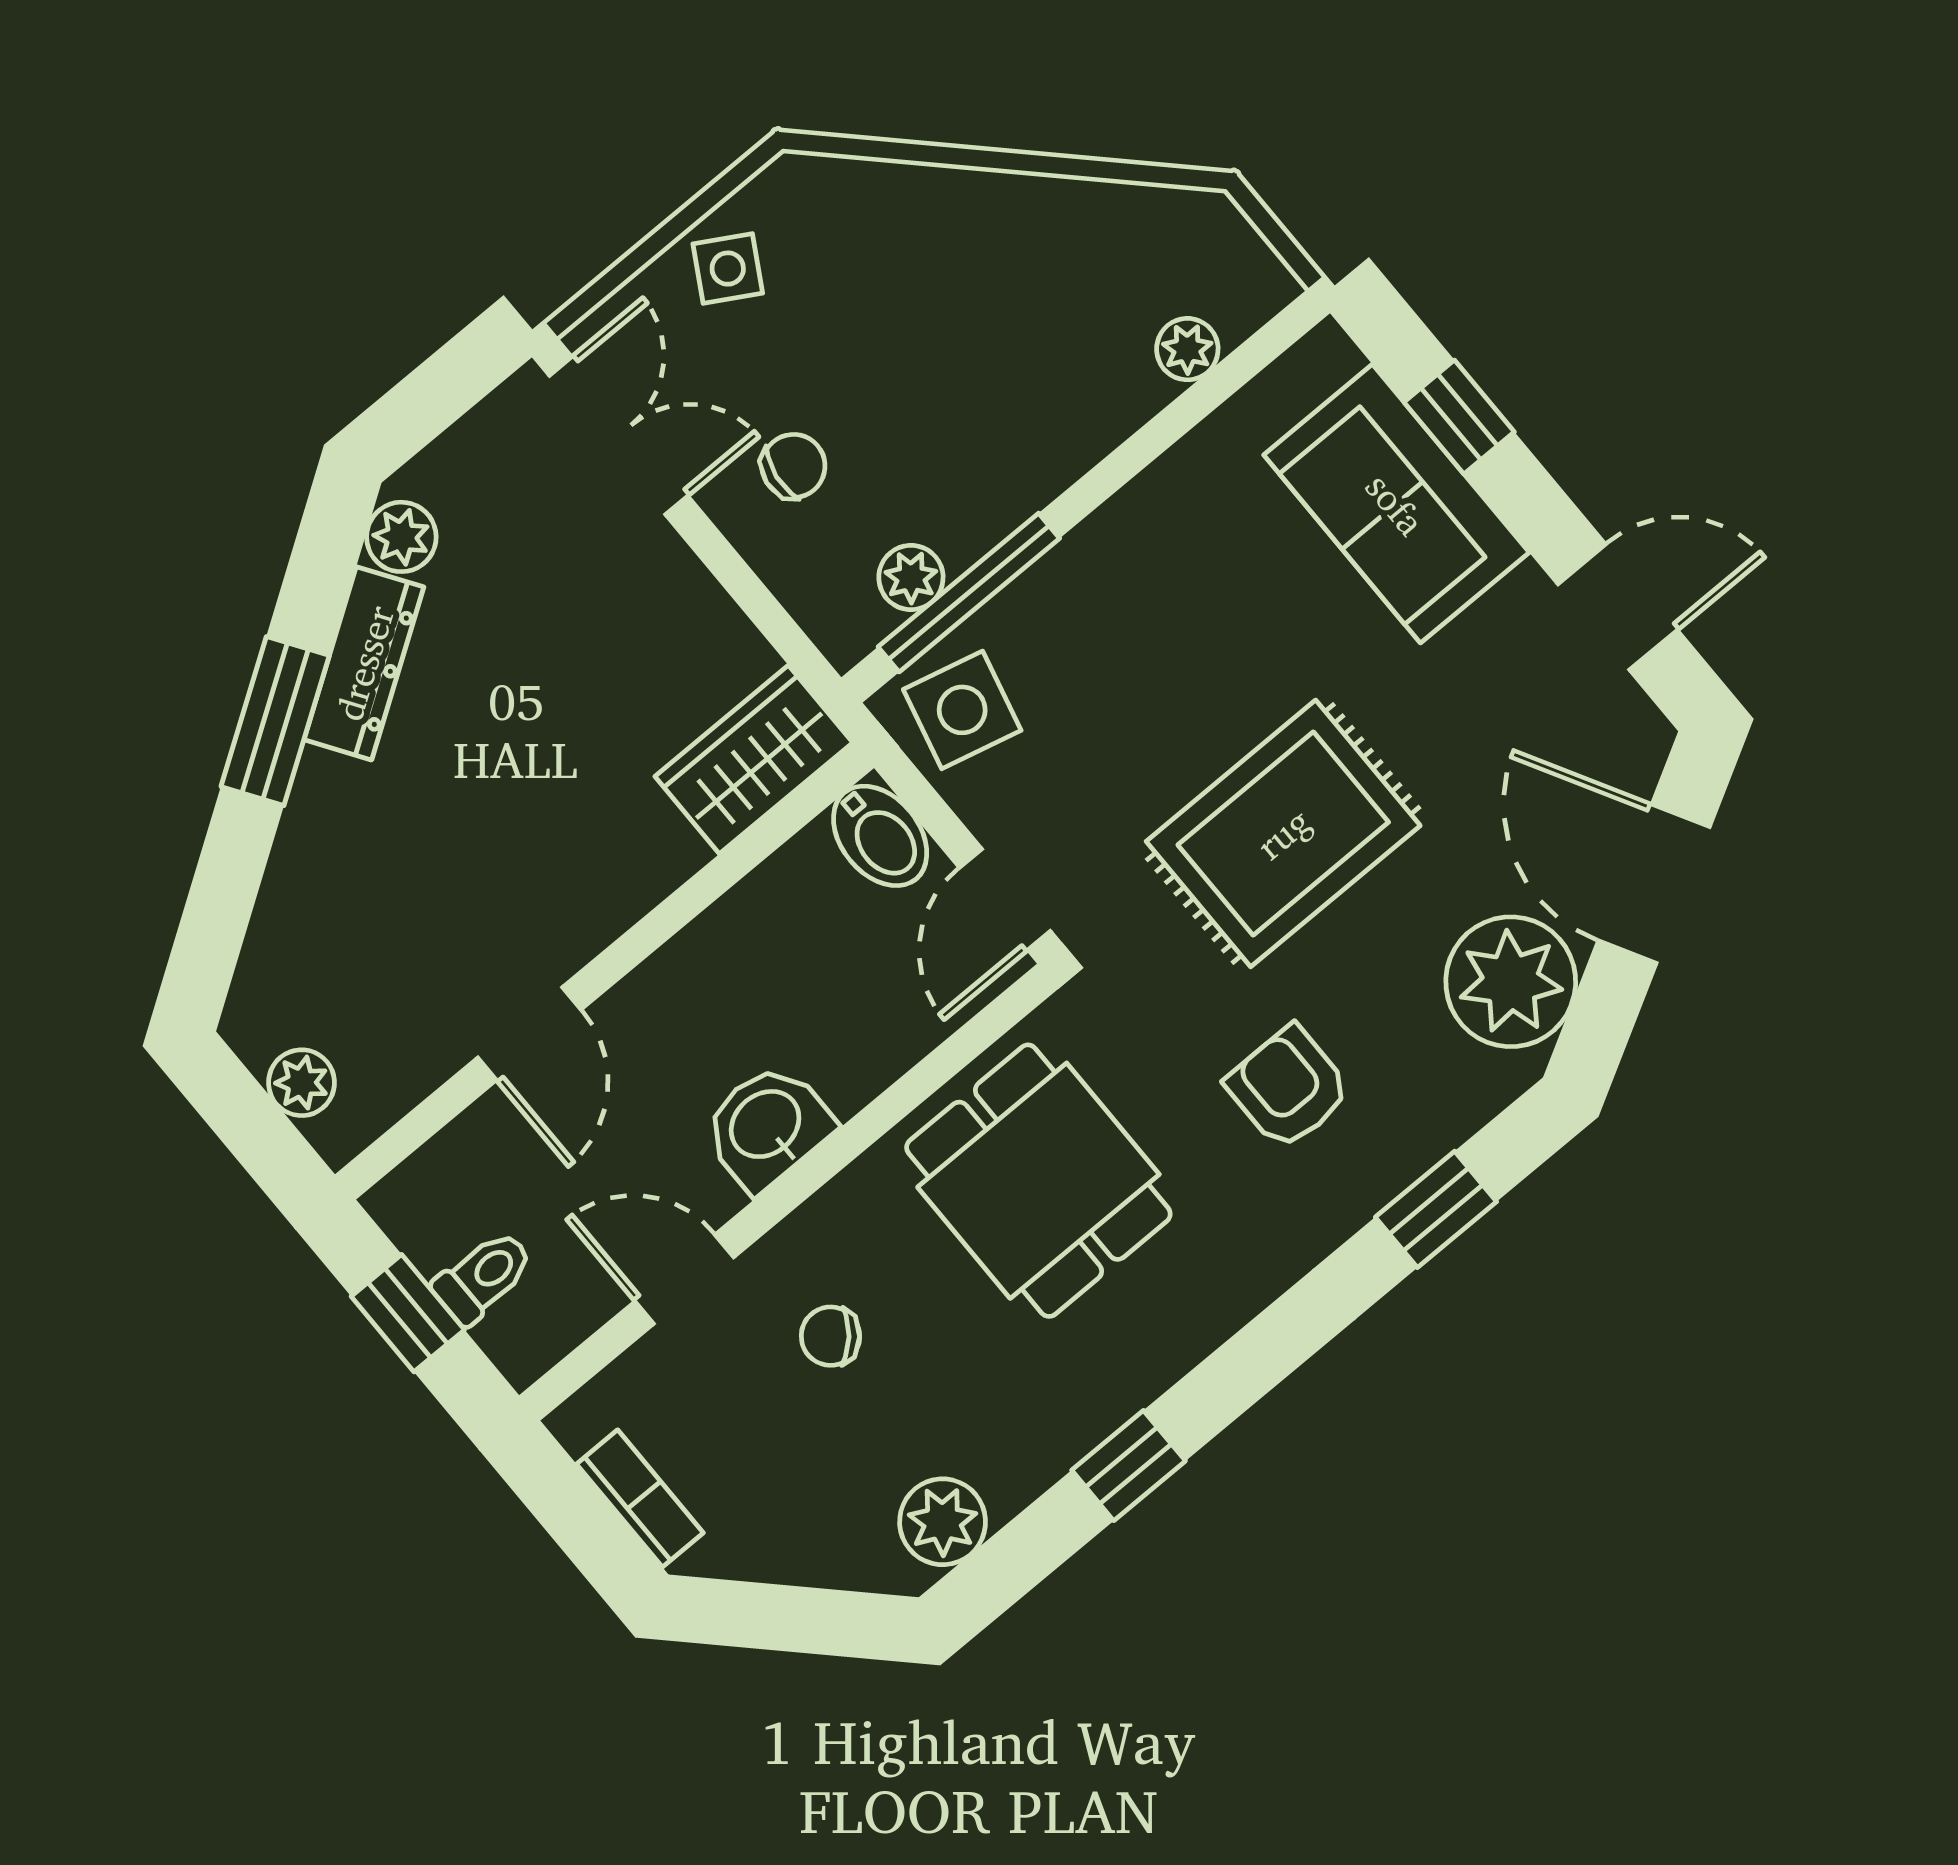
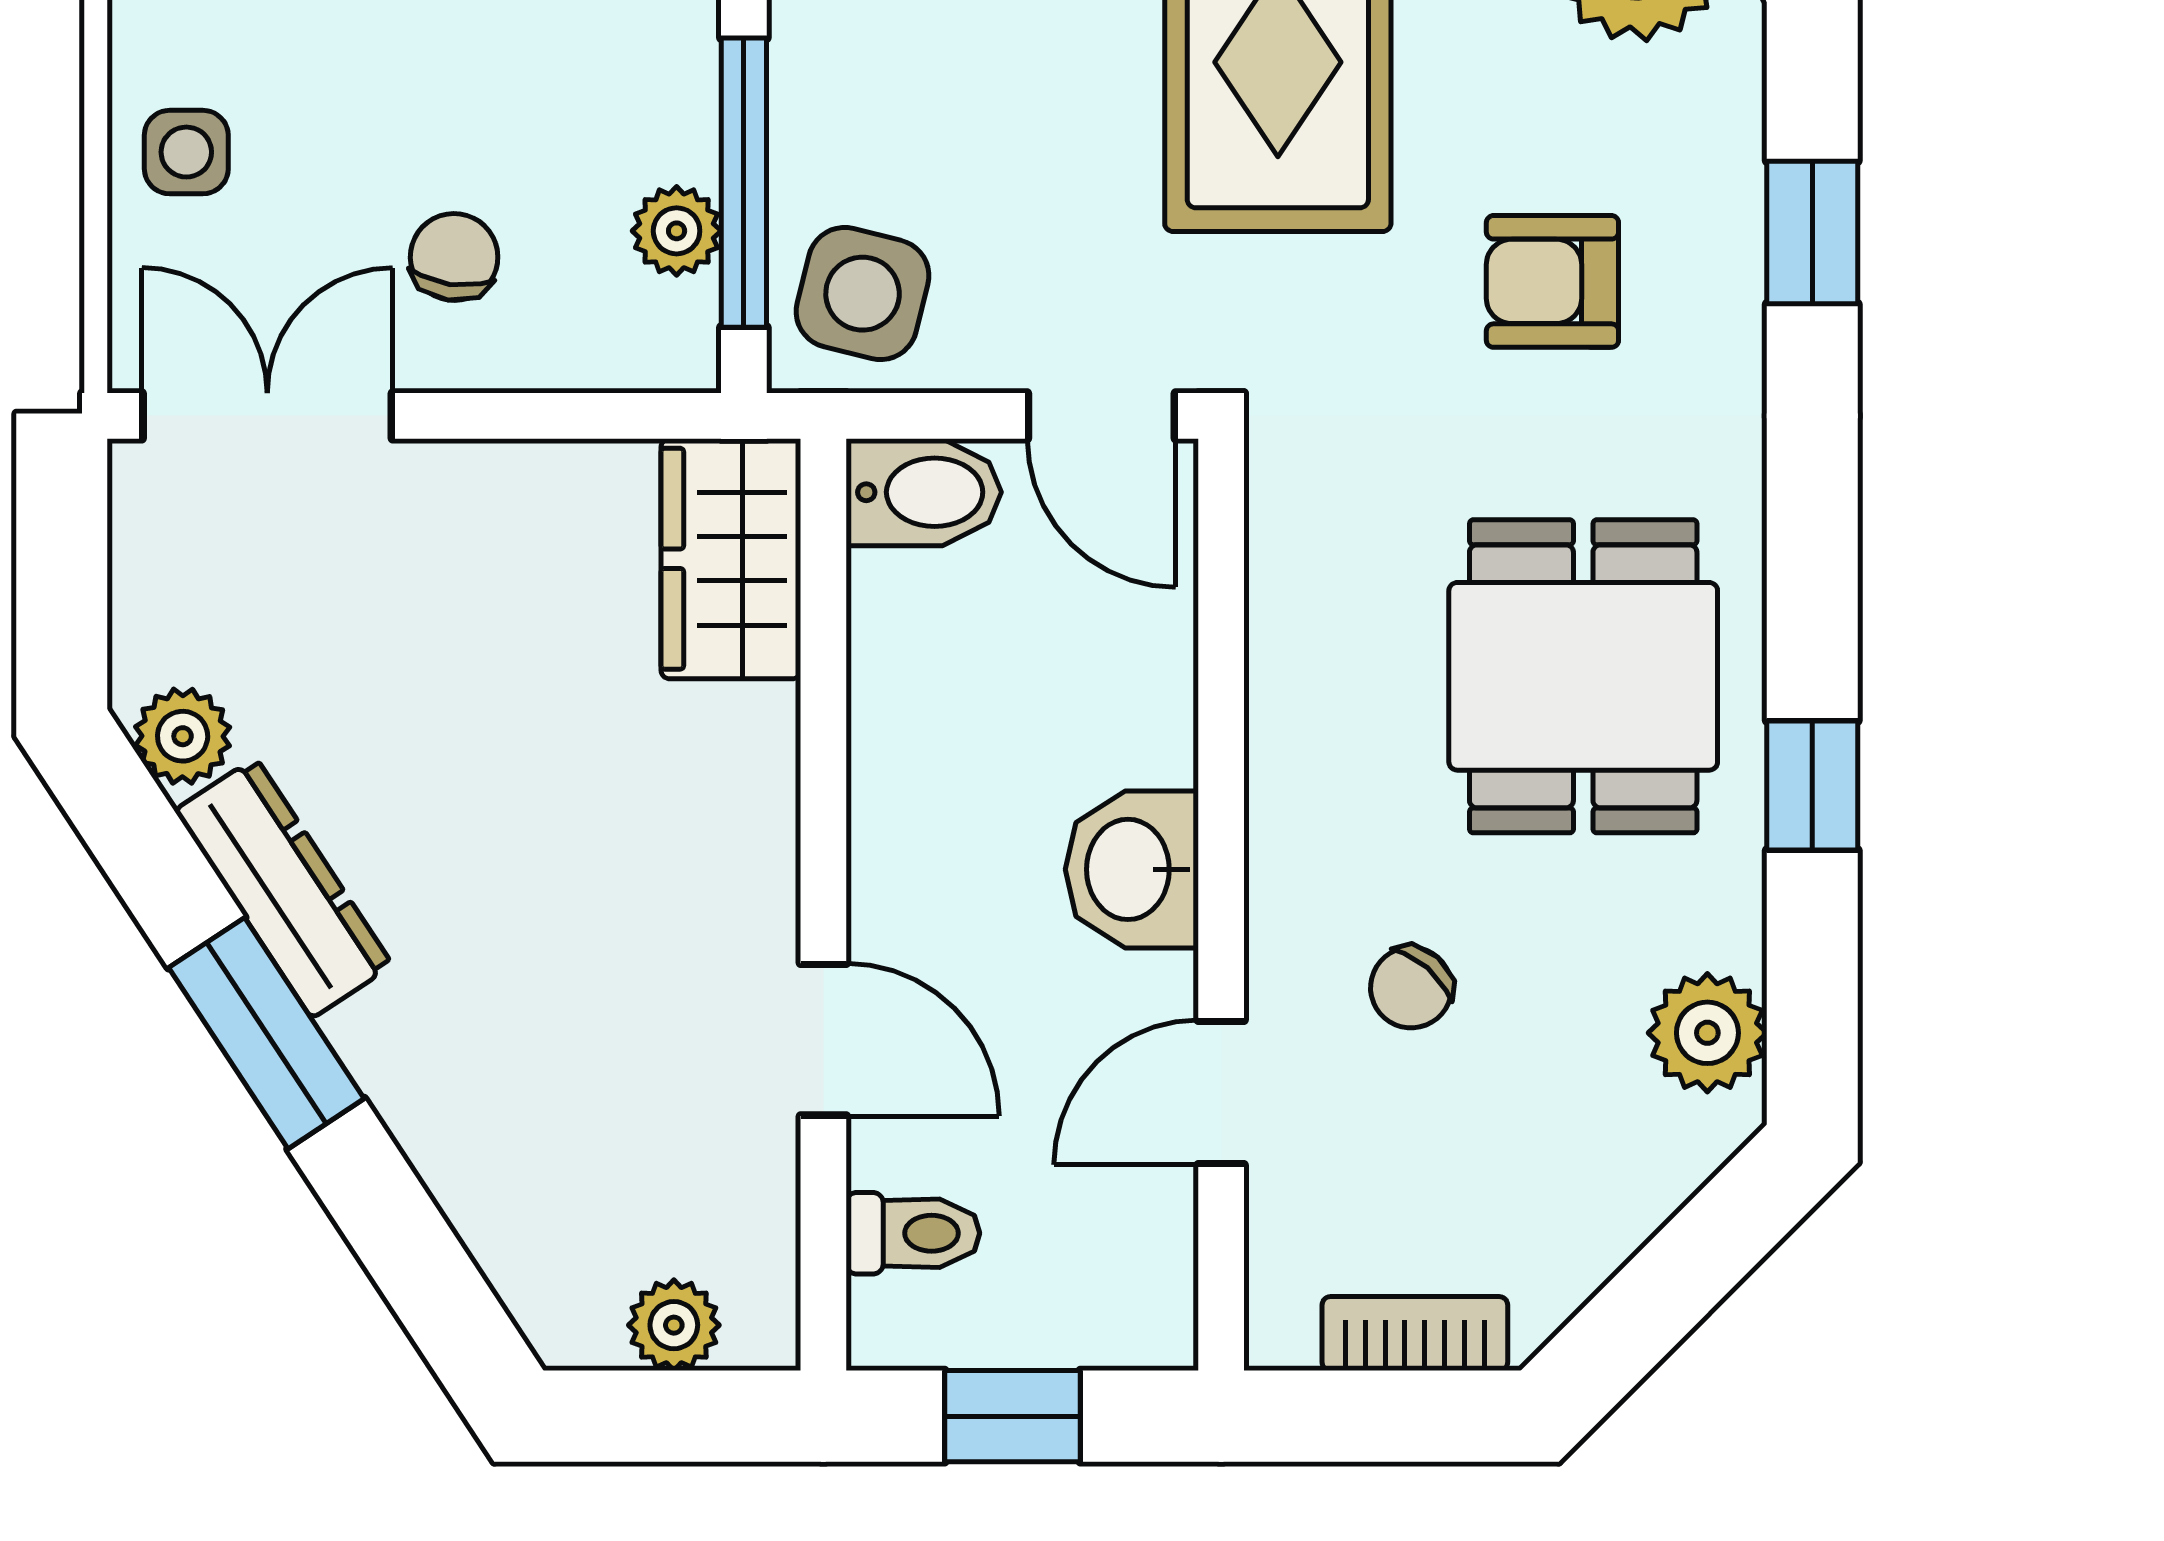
side table: (728, 269) -> (186, 152), turned -30
dining table: (1038, 1181) -> (1583, 676), moved, turned 90
toilet: (483, 1277) -> (913, 1233), moved, turned 90

